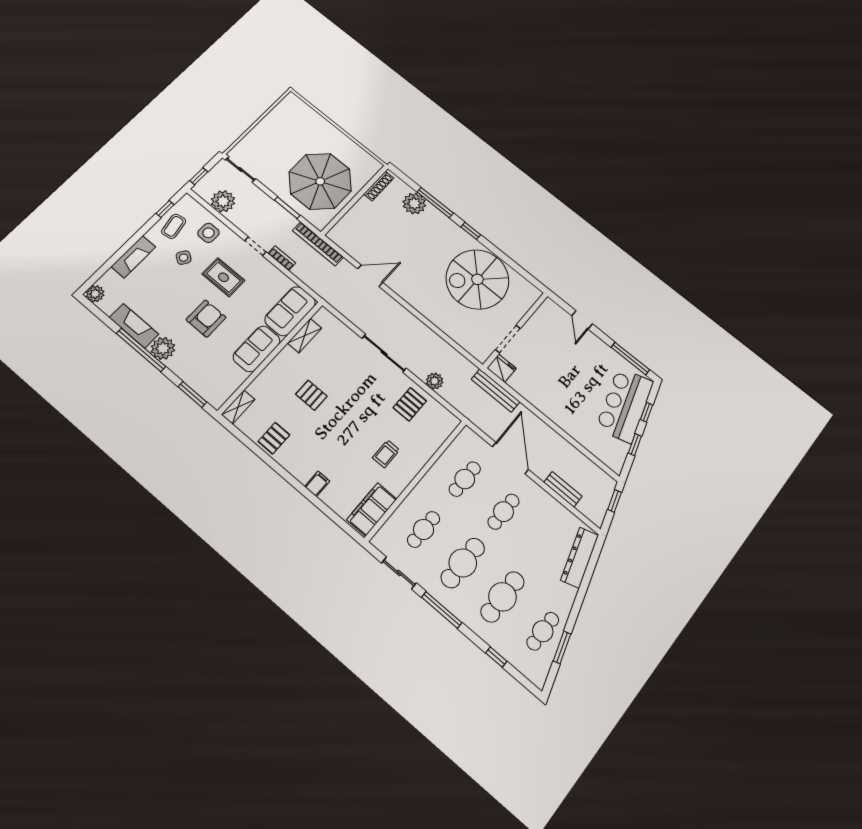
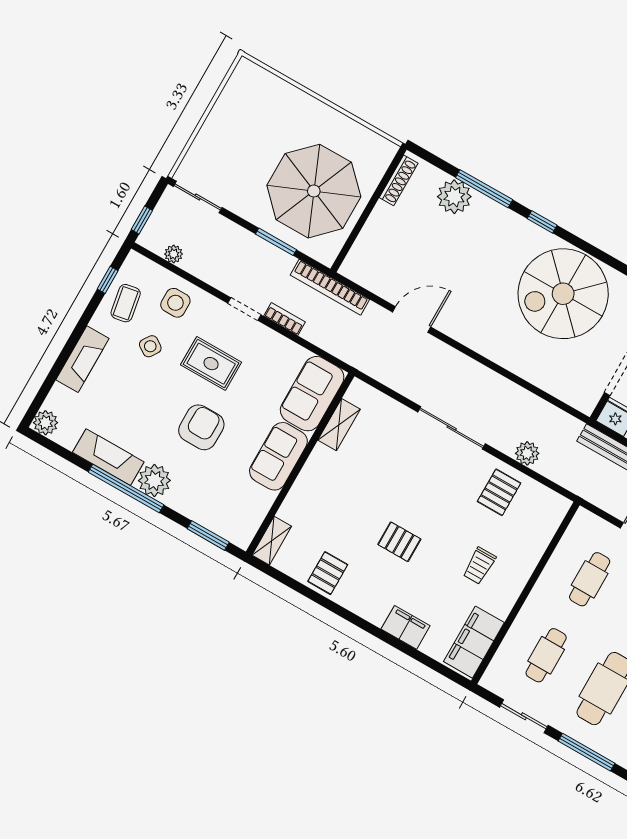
plant: (223, 201) -> (174, 254), width x0.53, depth x0.53
pallet: (311, 395) -> (399, 542), moved
filing cabinet: (317, 484) -> (406, 627), width x2.00

